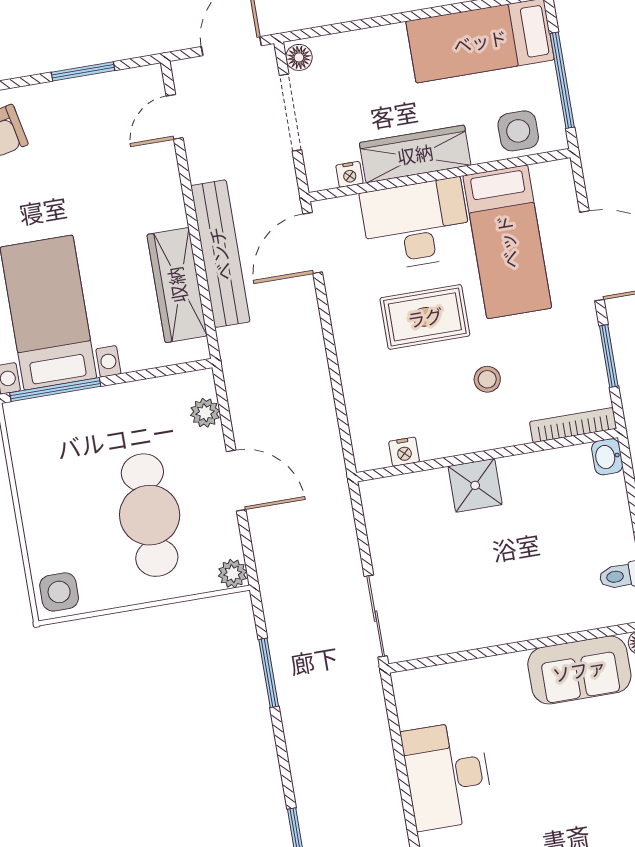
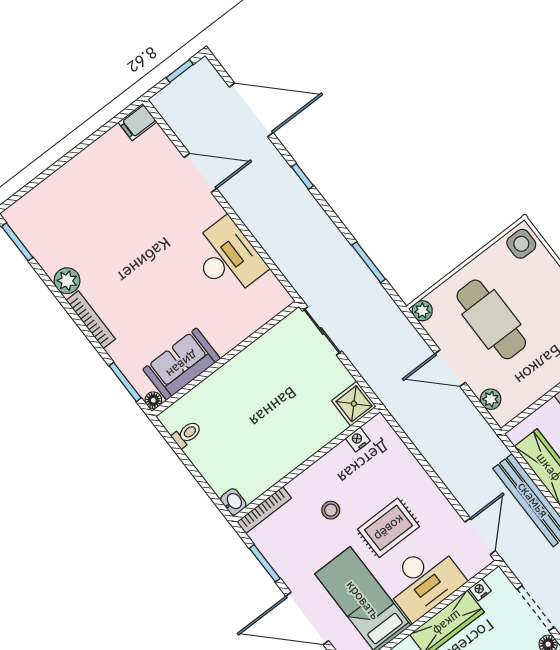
shower: (475, 485) -> (354, 404), moved

